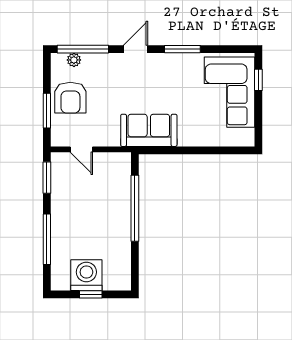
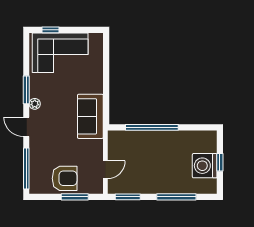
plant: (74, 60) -> (35, 104), moved

